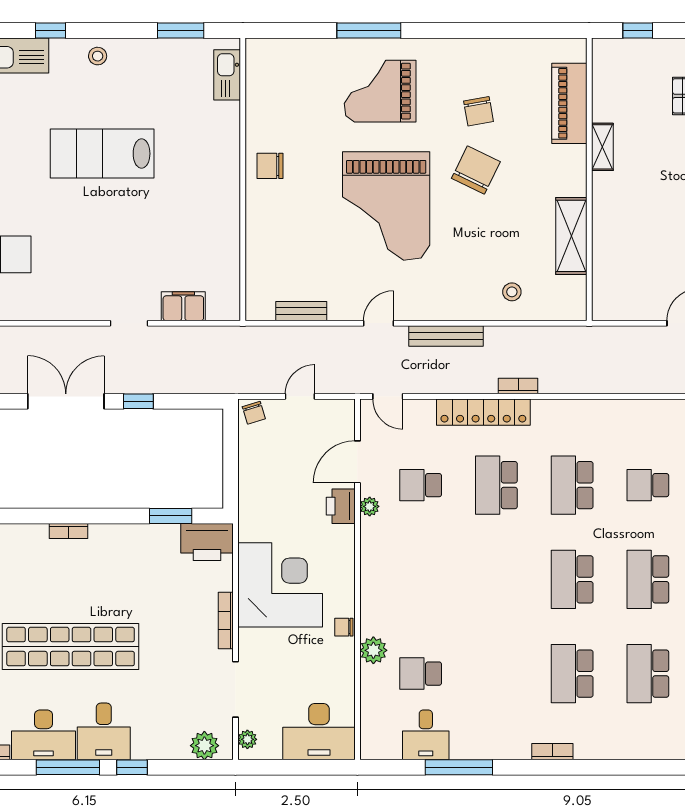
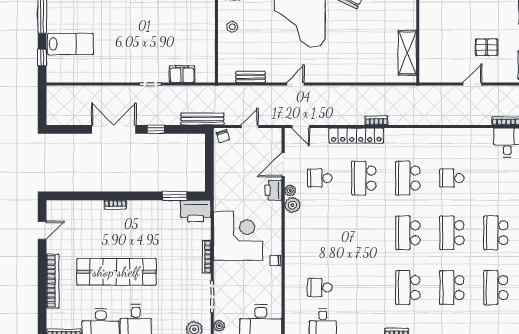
shelving: (571, 236) -> (407, 53), moved
stool: (512, 292) -> (232, 27), moved
bench: (446, 336) -> (202, 119), moved
plant: (373, 650) -> (292, 205), moved

